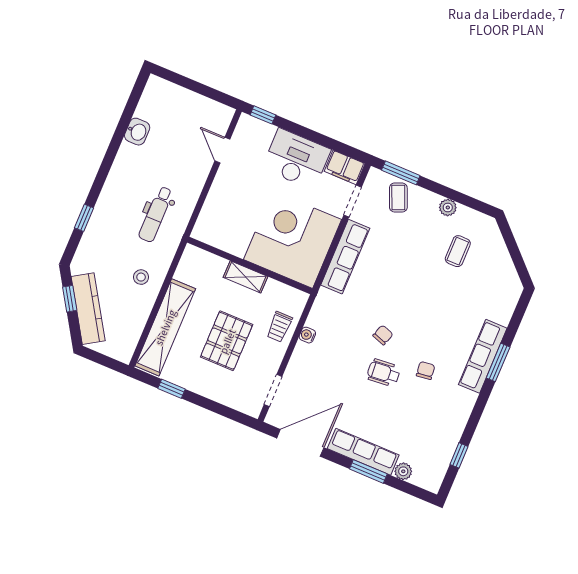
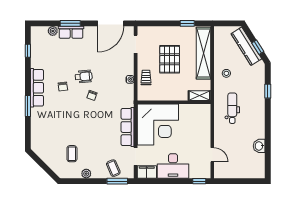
shelving: (245, 277) -> (199, 96), moved
row of seats: (483, 356) -> (37, 88), moved
row of seats: (363, 452) -> (71, 32), width x0.68

